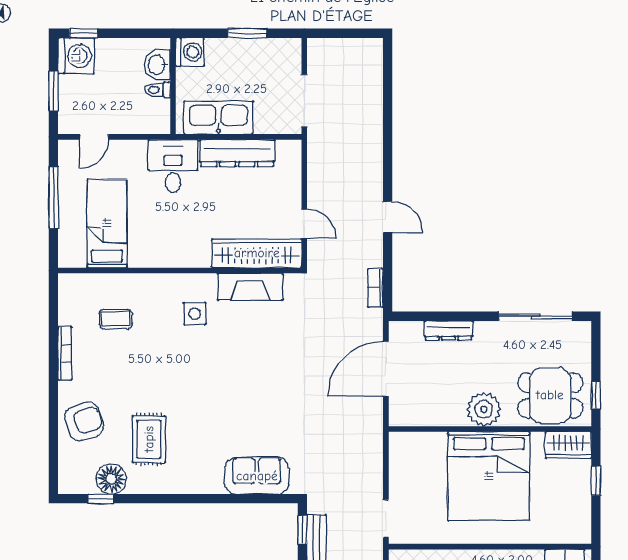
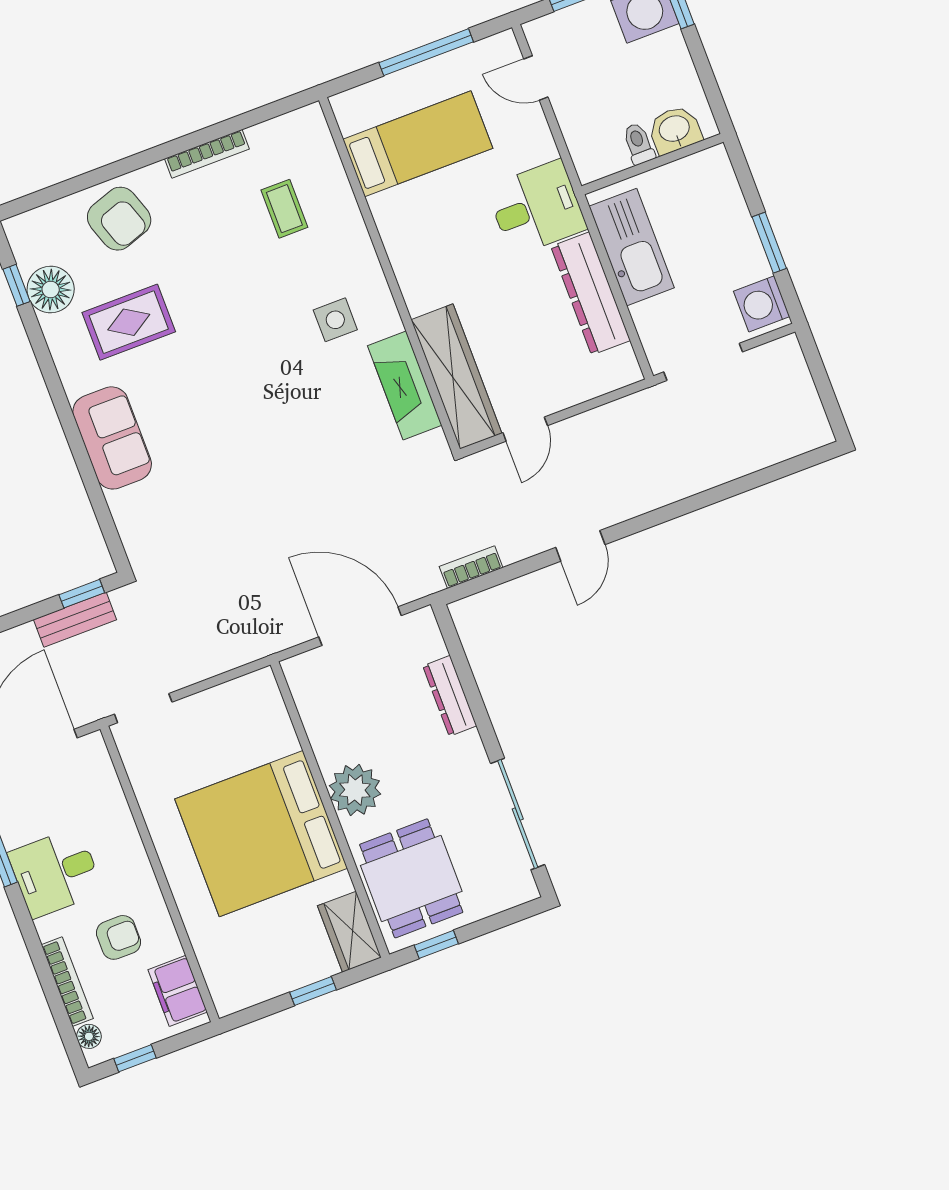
washing machine: (190, 52) -> (762, 304), moved, turned 90
sofa: (257, 476) -> (112, 438), moved

